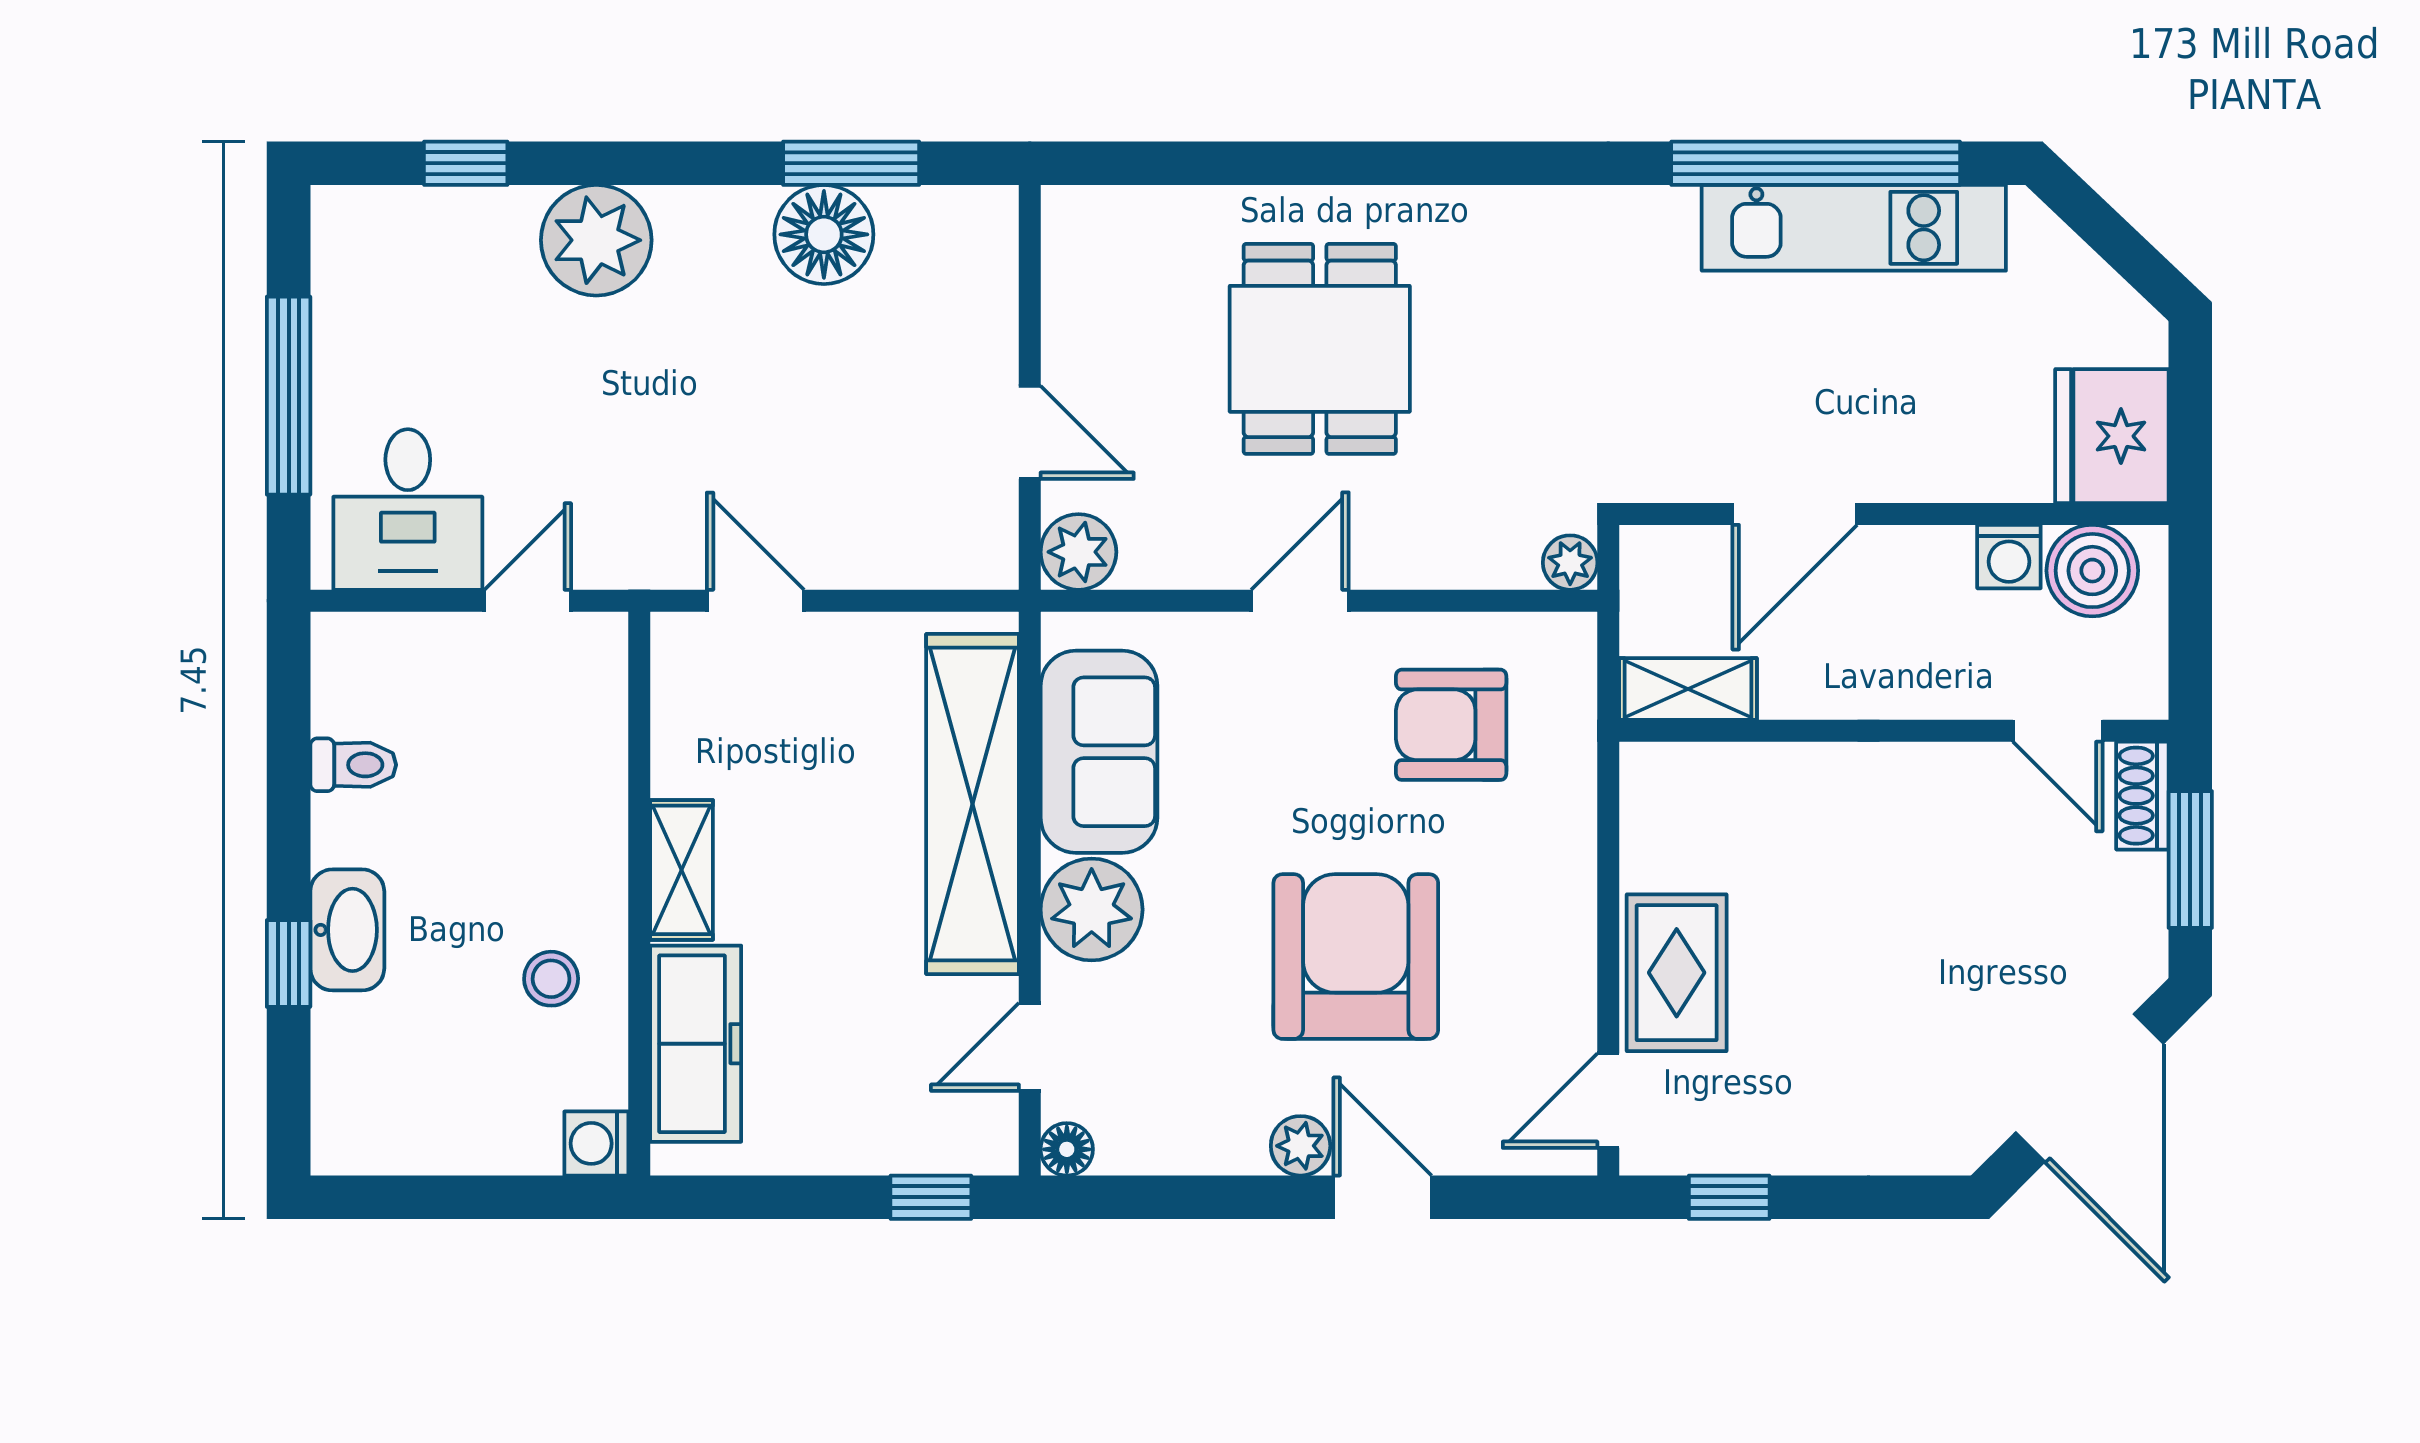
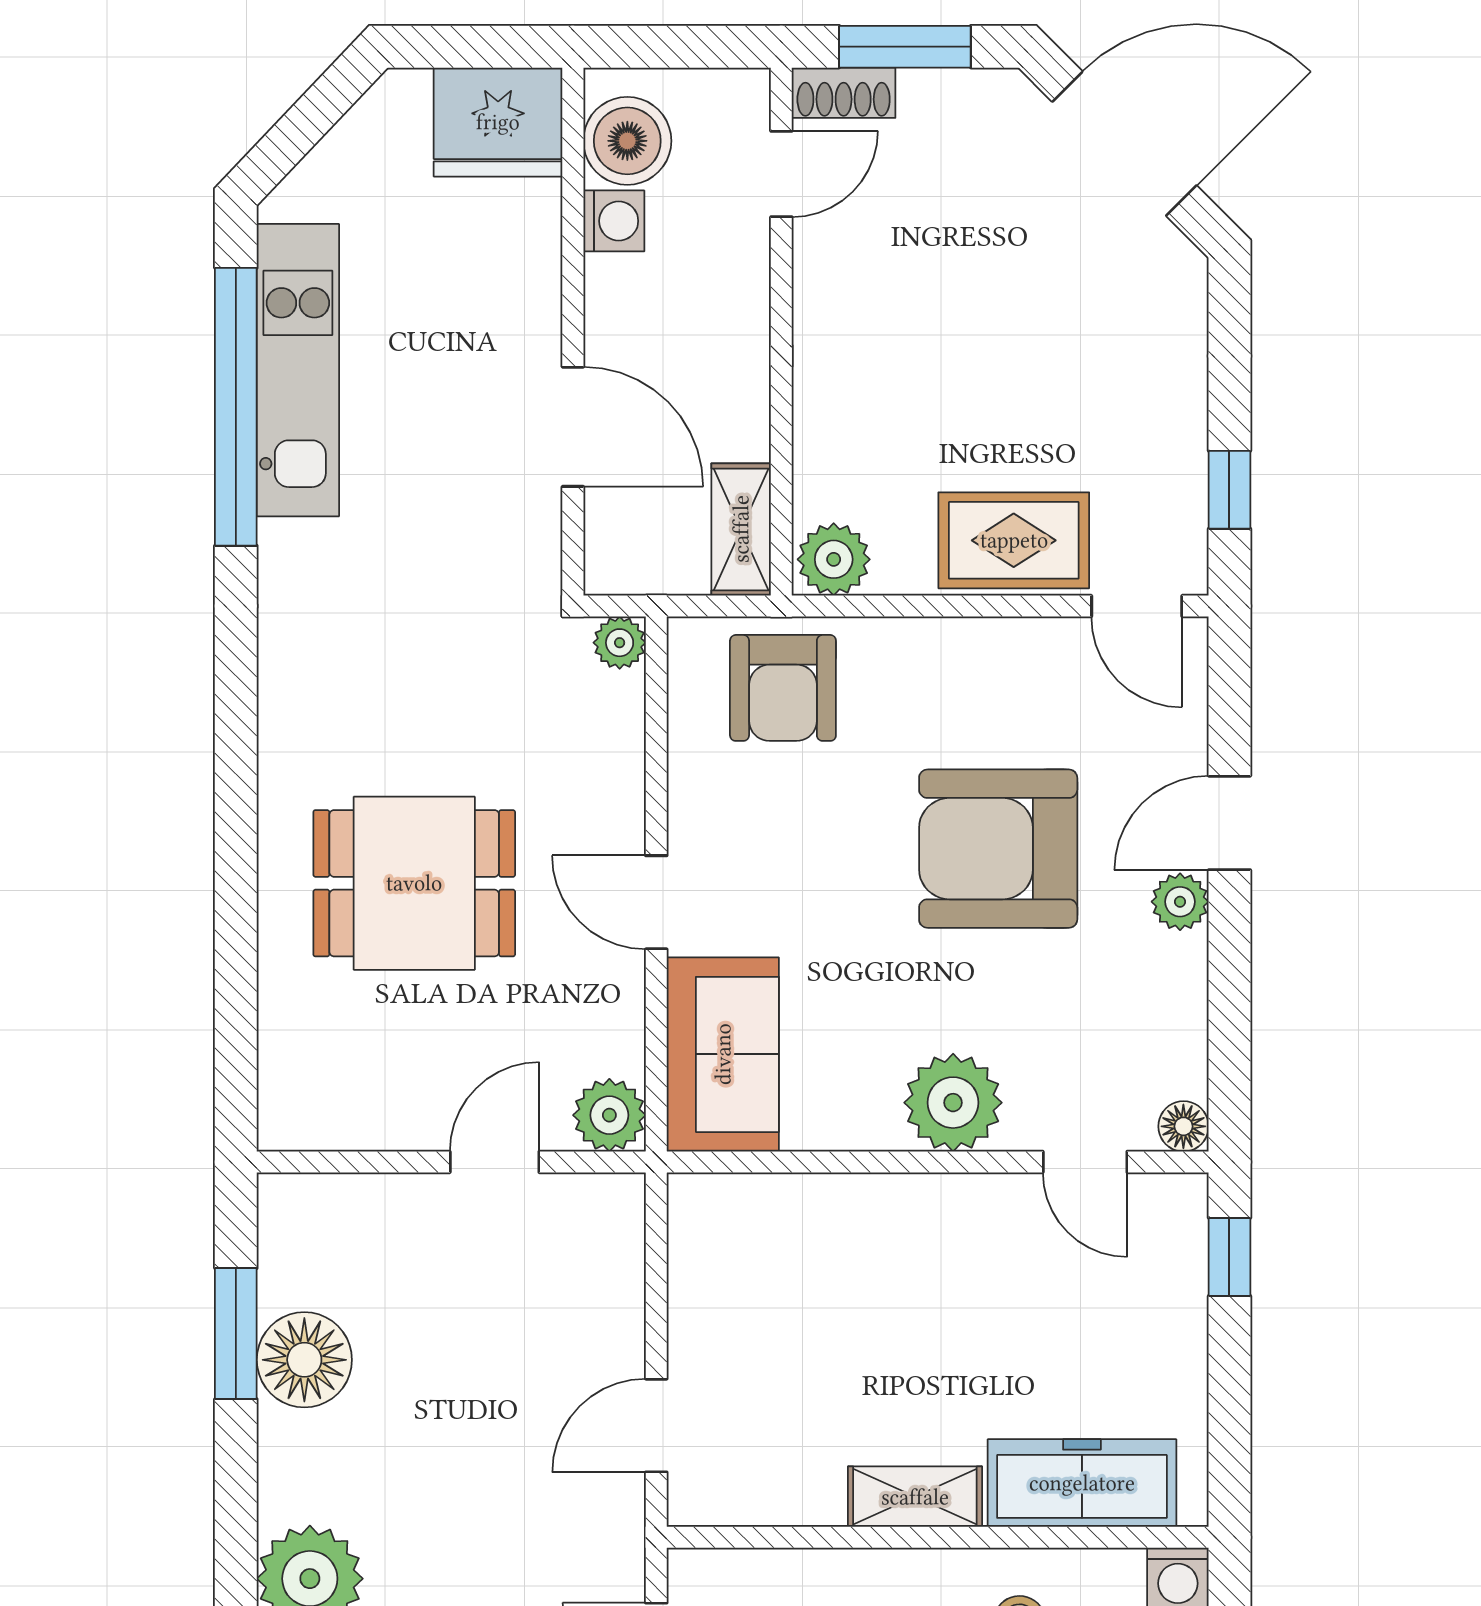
armchair: (1451, 725) -> (783, 688), moved
sofa: (1099, 752) -> (723, 1054), moved, turned 90
plant: (1657, 785) -> (834, 559), added
shelving: (973, 804) -> (852, 1217), removed

